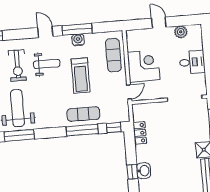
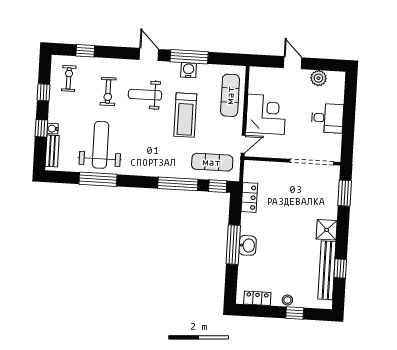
weight bench: (47, 64) -> (145, 95), turned 180
exercise bike: (17, 66) -> (108, 92), width x0.73, depth x0.72
exercise mat: (83, 114) -> (212, 162), moved
window: (132, 172) -> (233, 245), width x2.17

